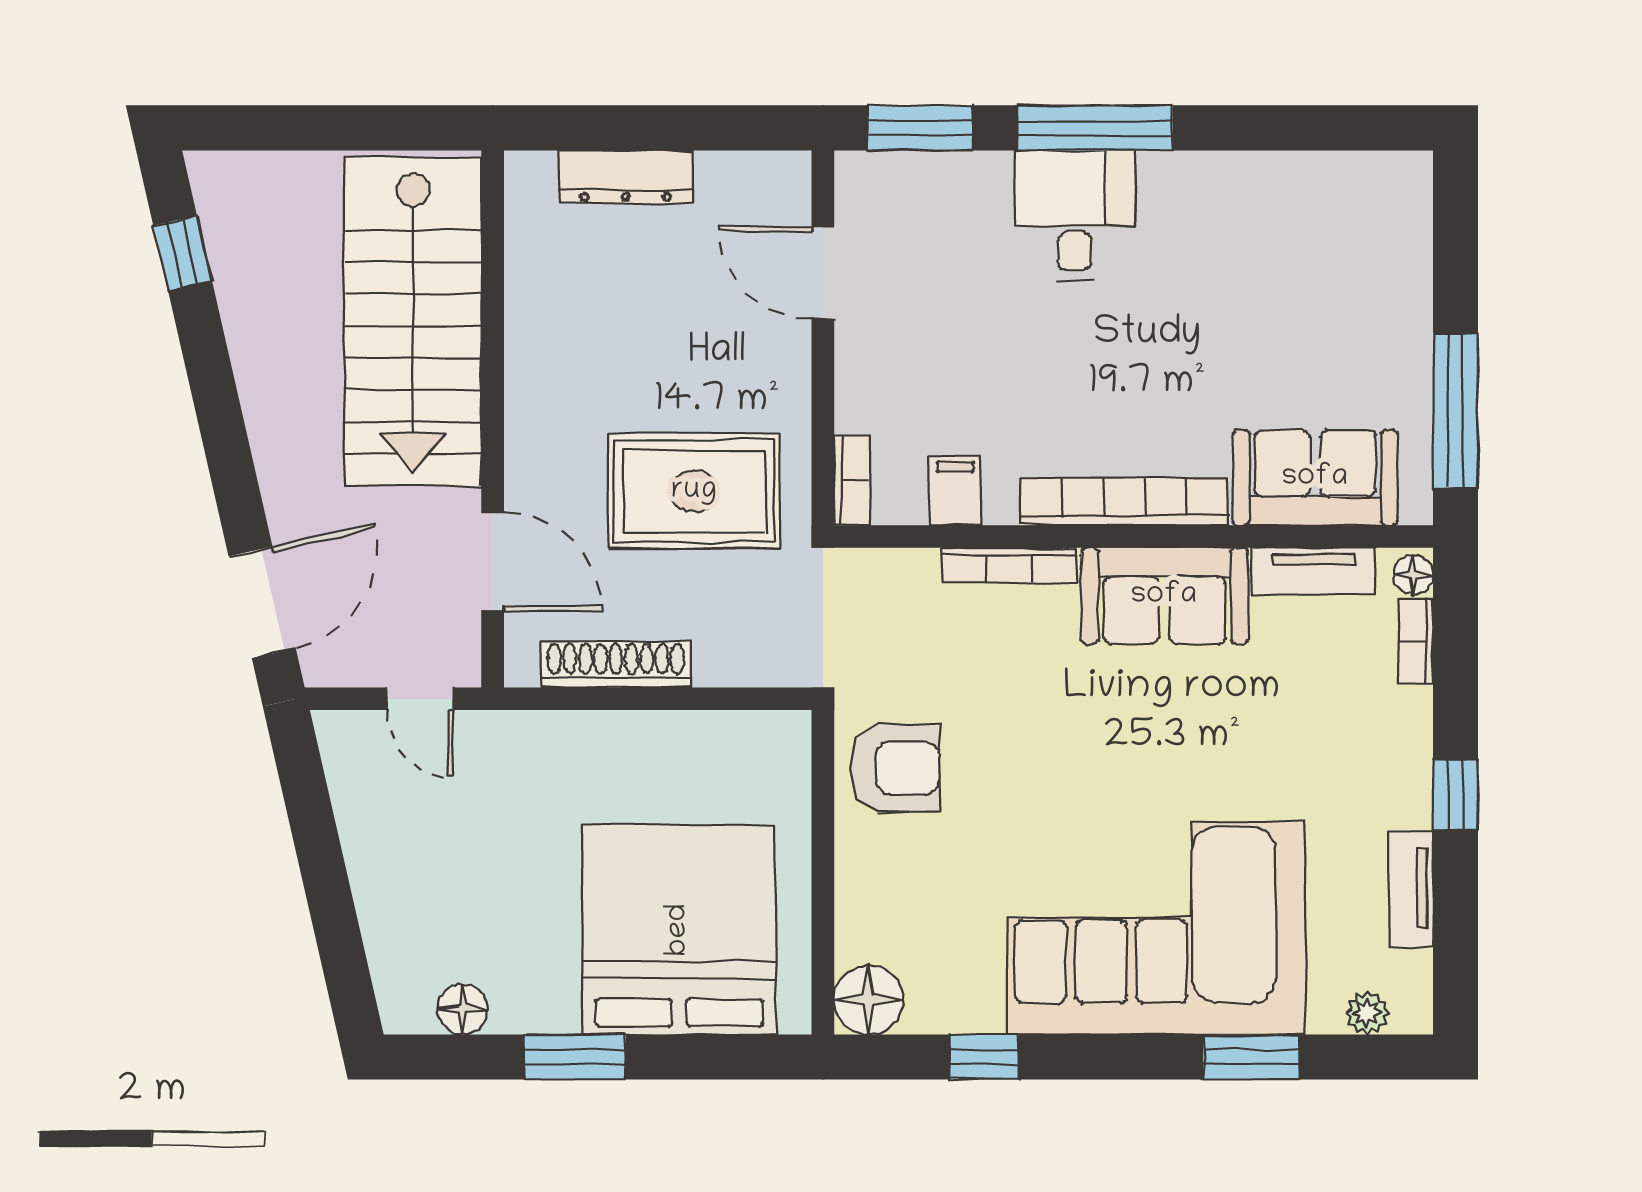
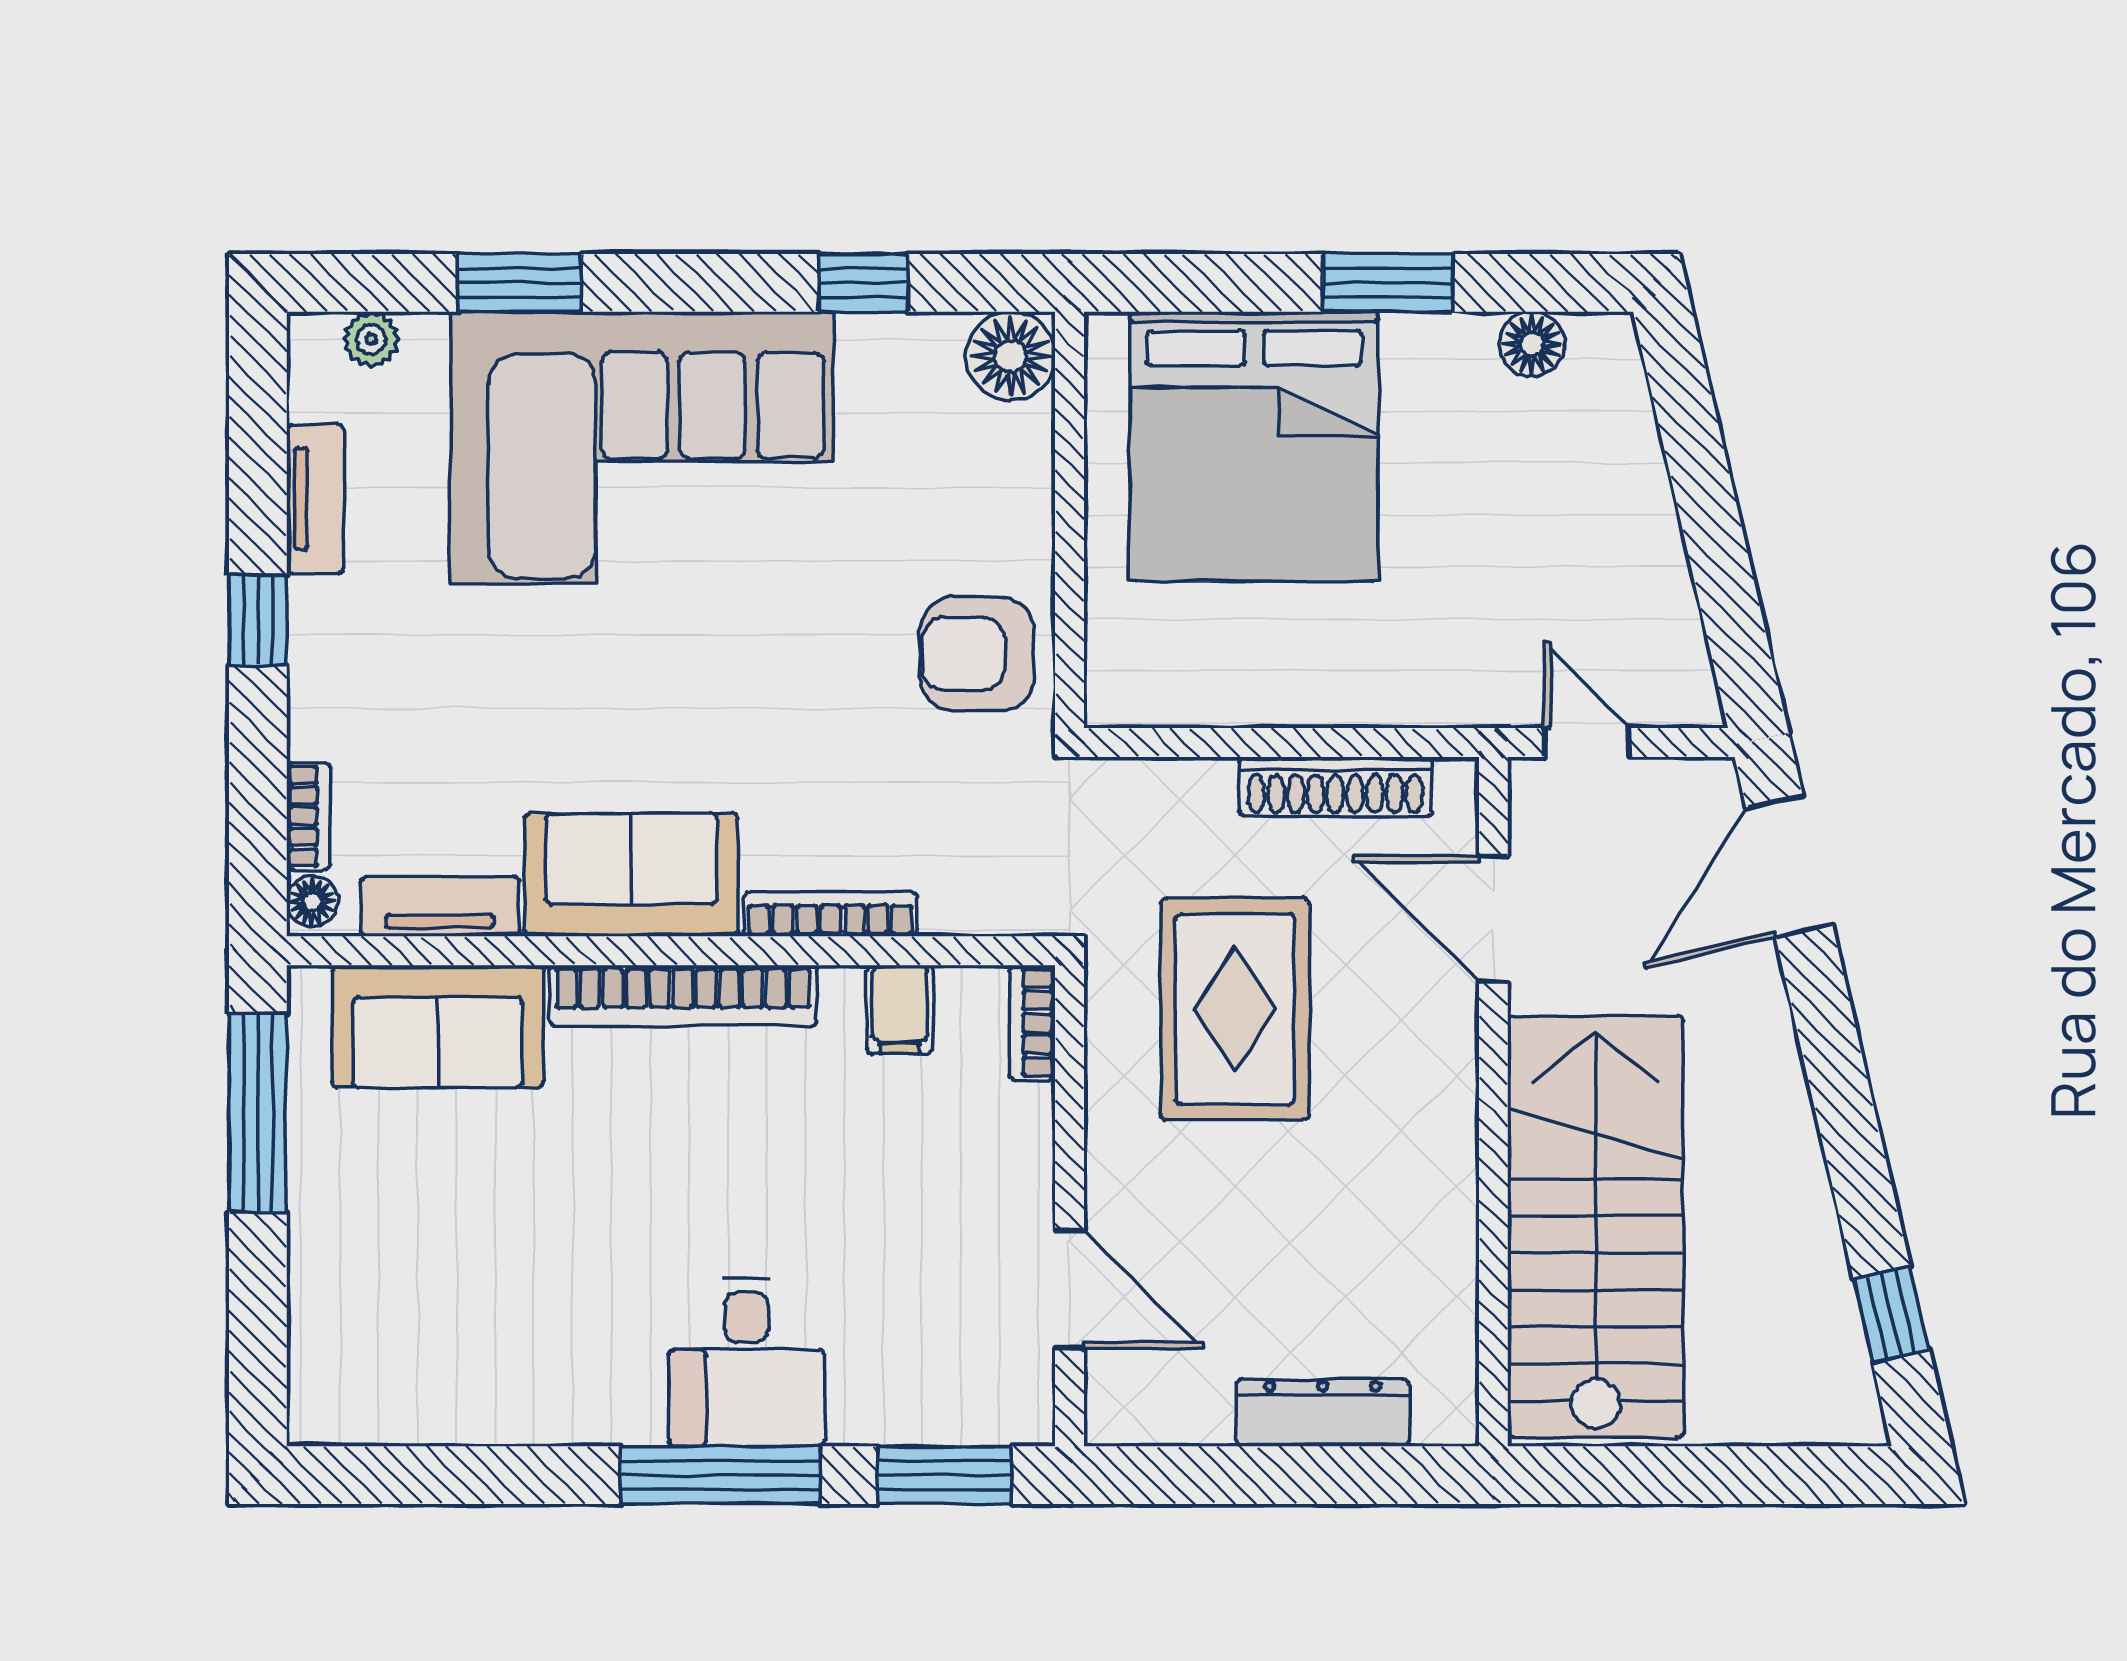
rug: (694, 491) -> (1235, 1009), turned 90

